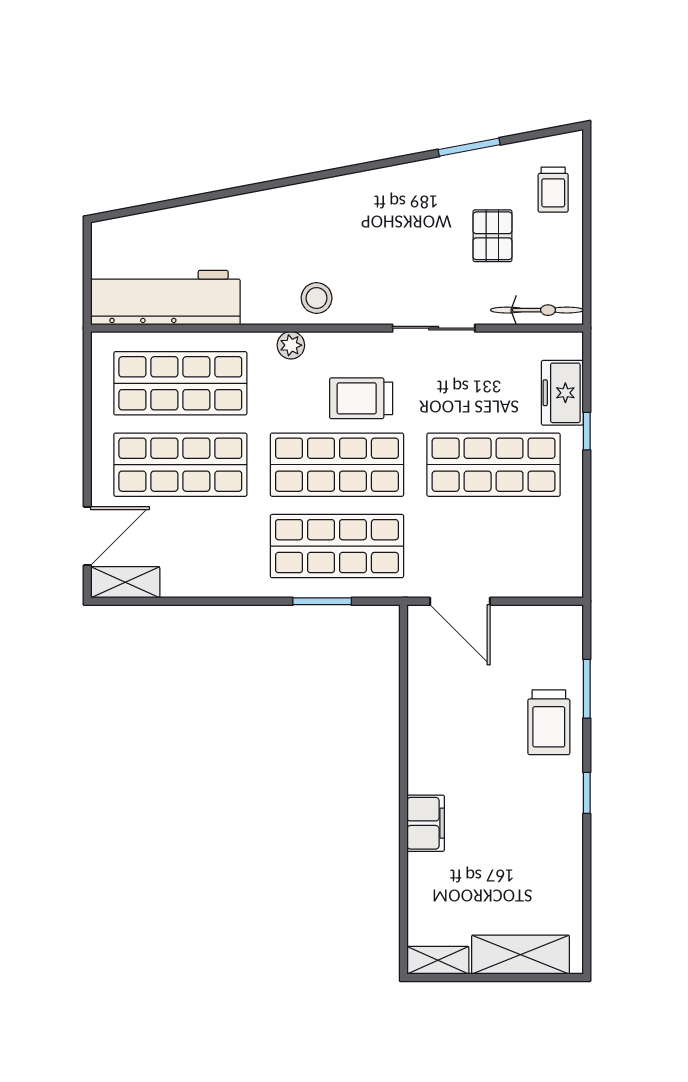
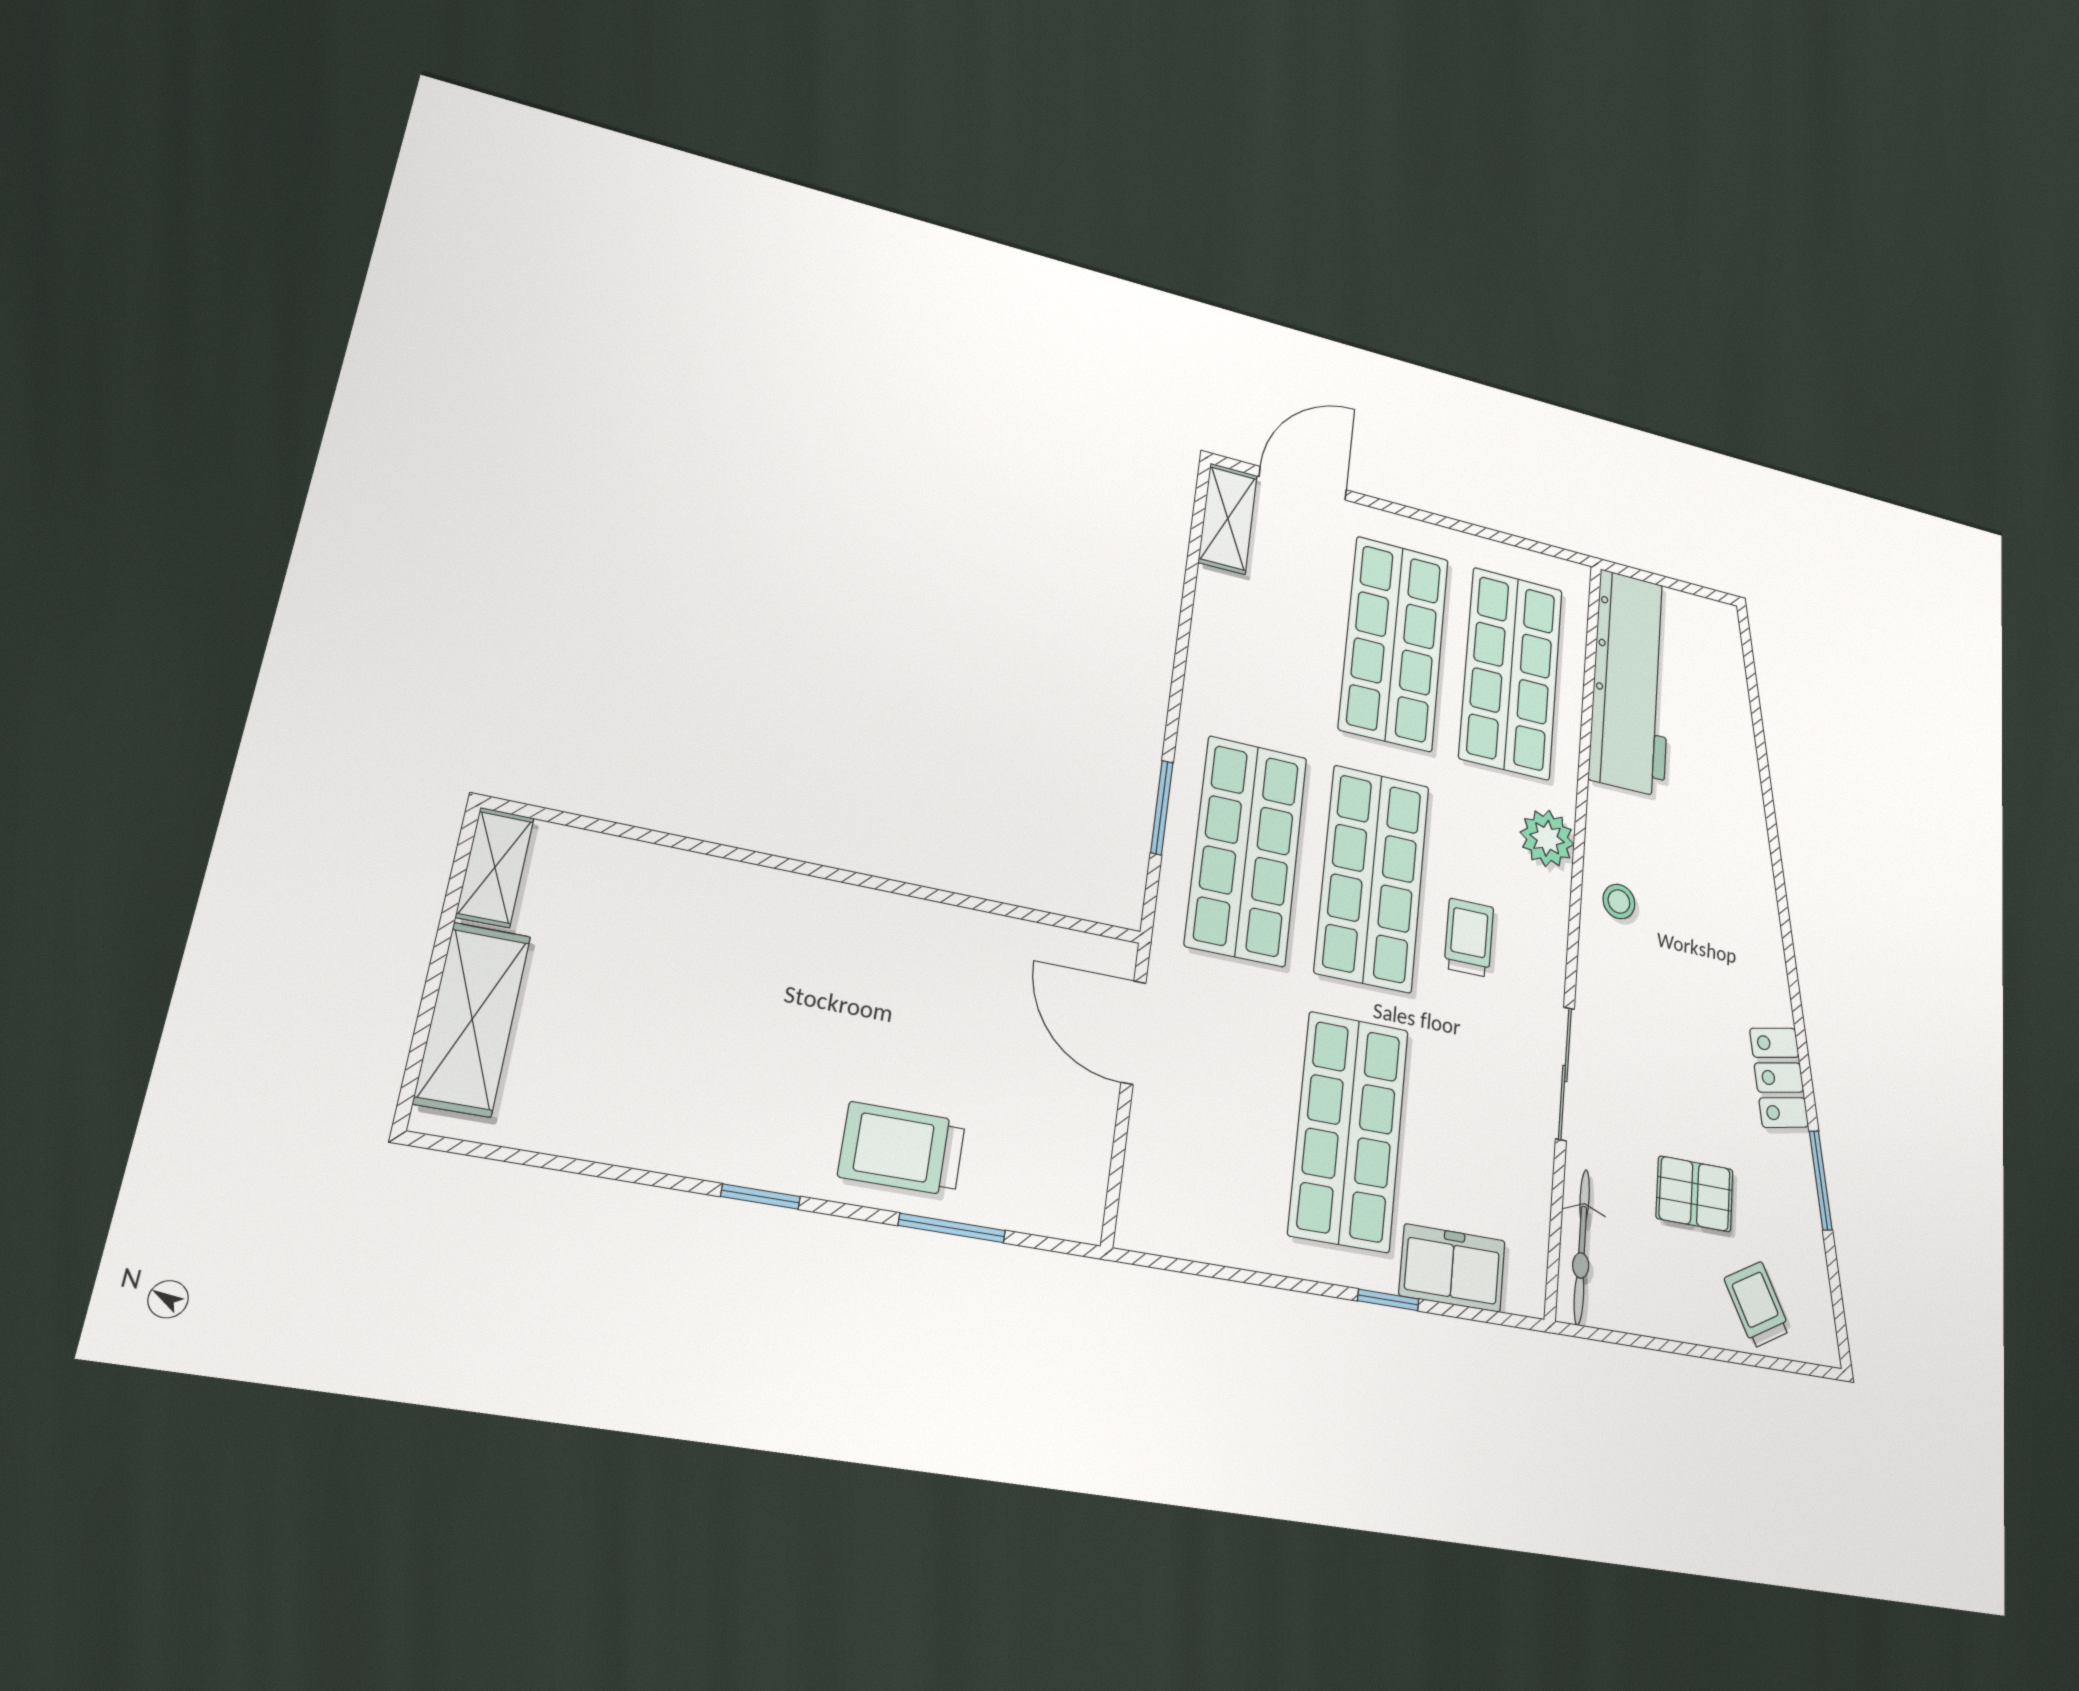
locker: (409, 179) -> (1779, 1077), added
trolley: (553, 190) -> (1757, 1305), turned 61
stool: (317, 298) -> (1619, 901), width x0.73, depth x0.73
plant: (291, 345) -> (1547, 838), width x1.38, depth x1.38
trolley: (361, 398) -> (1469, 938), width x0.73, depth x0.72
door: (87, 536) -> (1303, 483), swing flipped
door: (460, 601) -> (1133, 1032), hinge flipped
filing cabinet: (426, 823) -> (757, 897), removed

